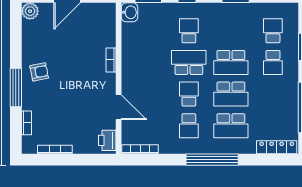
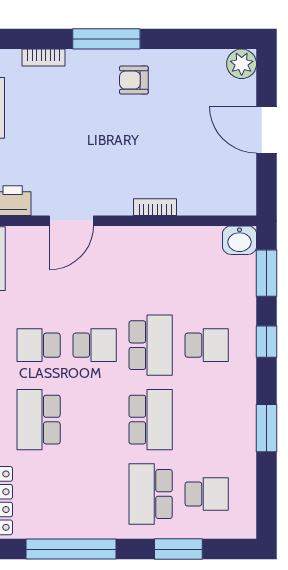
school desk: (231, 62) -> (151, 420), turned 180
school desk: (273, 62) -> (151, 494), width x1.85
armchair: (39, 72) -> (134, 80), turned 101
school desk: (231, 94) -> (95, 420), removed

